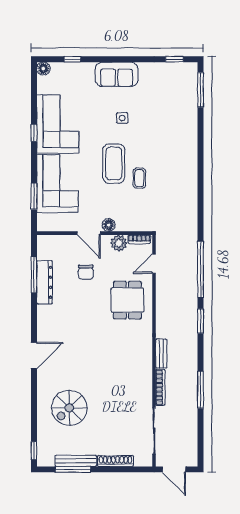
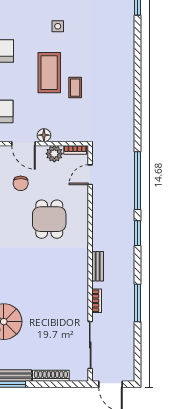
dining table: (127, 300) -> (49, 219), moved
bookcase: (160, 387) -> (97, 301), width x0.64

